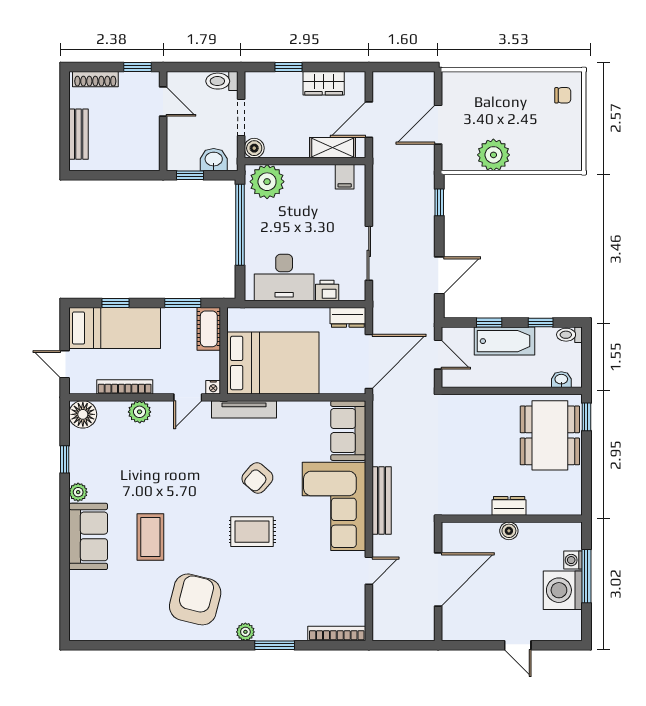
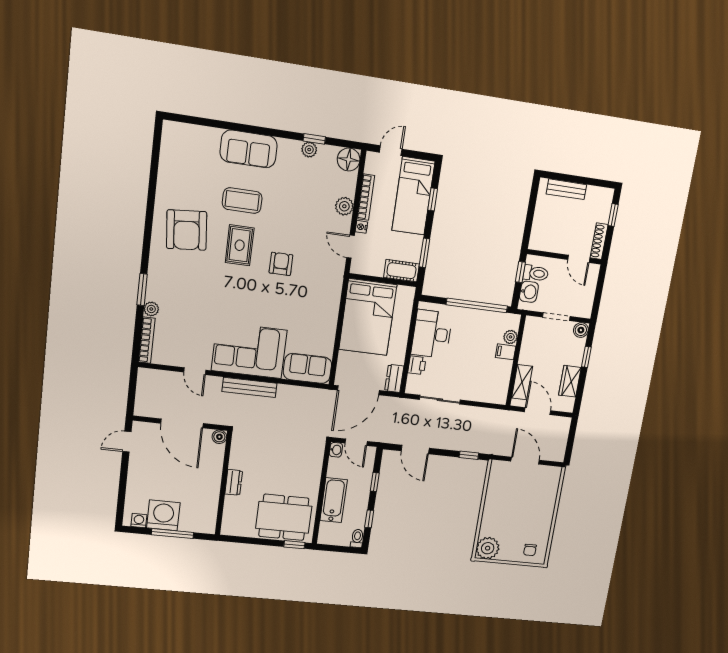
window: (138, 67) -> (613, 215), moved
shoe rack: (95, 79) -> (599, 241), moved
toilet: (222, 81) -> (536, 273), moved, turned 90
door: (163, 102) -> (579, 259), hinge flipped
boiler: (254, 148) -> (581, 330), moved
plant: (493, 155) -> (488, 548), moved
filing cabinet: (345, 177) -> (506, 352), moved
plant: (267, 182) -> (510, 337), width x0.53, depth x0.53
bathtub: (504, 341) -> (334, 500), moved, turned 180
door: (438, 355) -> (356, 442), hinge flipped
door: (369, 362) -> (358, 390), hinge flipped
washbasin: (561, 380) -> (336, 450), moved
nightstand: (213, 387) -> (361, 227), moved
tv unit: (244, 409) -> (335, 290), removed
armchair: (257, 478) -> (281, 264), moved, turned 49
plant: (78, 492) -> (309, 150), moved
boiler: (509, 531) -> (219, 437), moved
rug: (252, 532) -> (240, 245), moved
washing machine: (573, 560) -> (139, 521), moved
armchair: (195, 599) -> (187, 230), turned 71
plant: (245, 632) -> (151, 309), moved
door: (518, 645) -> (127, 442), moved

